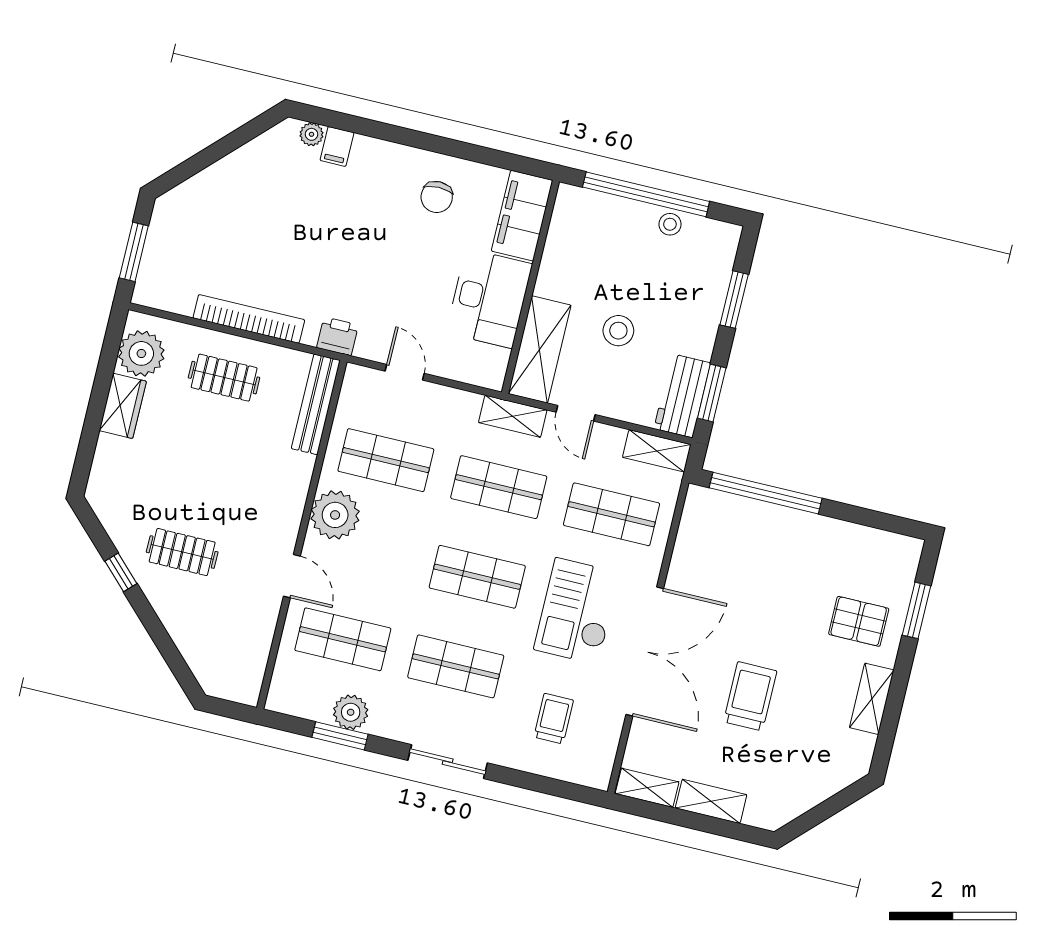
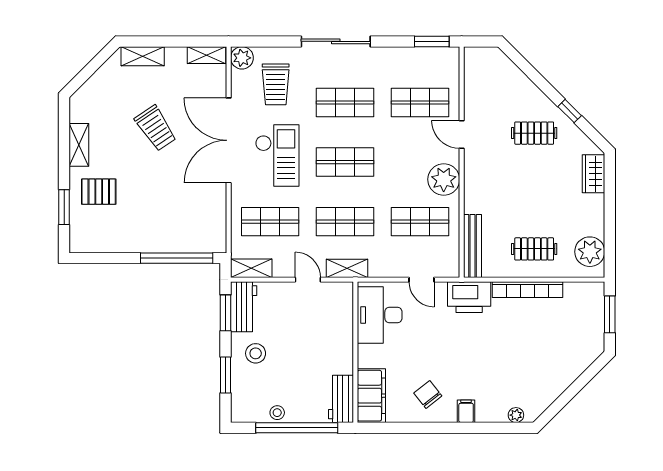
filing cabinet: (337, 146) -> (466, 411), moved
chair: (437, 197) -> (428, 395), turned -38
workbench: (569, 222) -> (341, 399), added
desk: (489, 298) -> (380, 315), moved
stool: (618, 331) -> (256, 353), moved
printer: (338, 336) -> (469, 297), width x1.87, depth x1.48
shelving: (540, 349) -> (340, 314), removed
wardrobe: (123, 406) -> (594, 174), moved
trolley: (750, 696) -> (156, 128), turned -34
plant: (351, 712) -> (242, 58), moved
trolley: (554, 719) -> (276, 84), width x1.36, depth x1.39
window: (340, 736) -> (432, 41), moved
sliding door: (448, 762) -> (336, 41), width x1.37
shelving: (711, 801) -> (143, 56), moved

